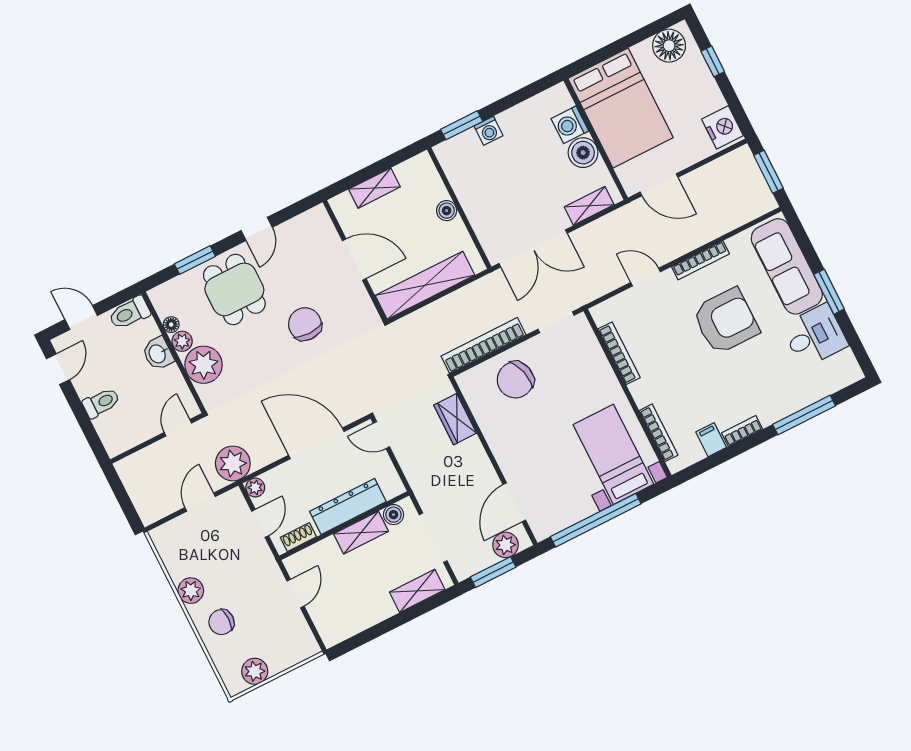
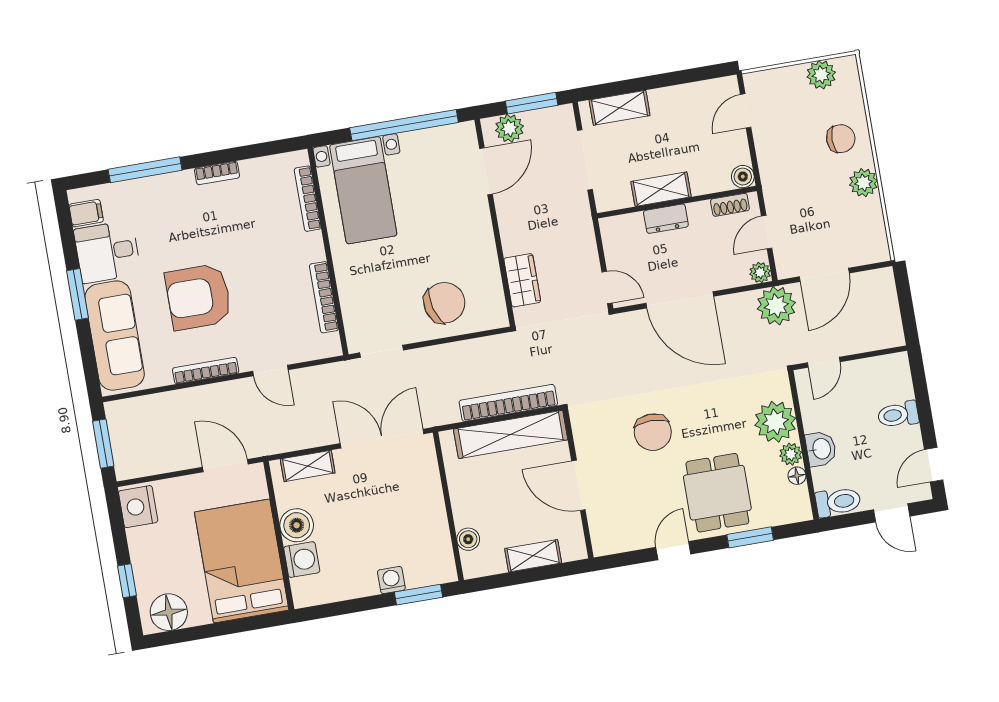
boiler: (447, 211) -> (468, 539), moved
bookcase: (483, 345) -> (508, 403), moved, turned 180
filing cabinet: (711, 440) -> (86, 213), moved, turned -90
door: (200, 502) -> (824, 275), width x1.38
dresser: (348, 506) -> (666, 219), width x0.51, depth x0.80
boiler: (393, 515) -> (743, 177), moved
door: (296, 594) -> (746, 111), moved

